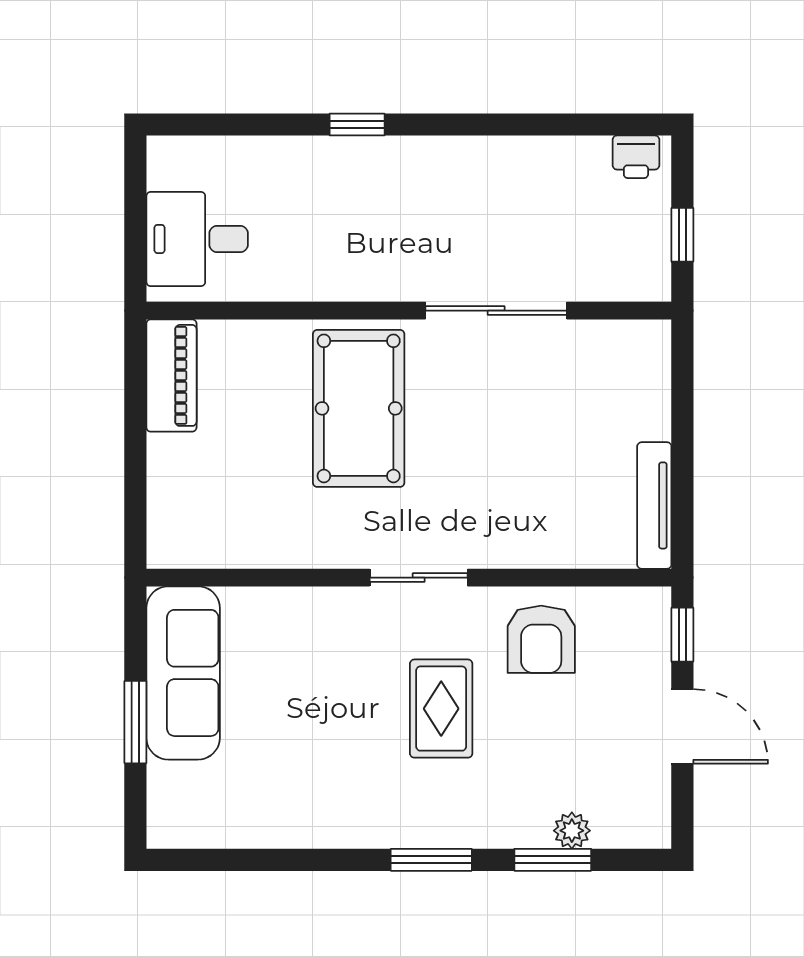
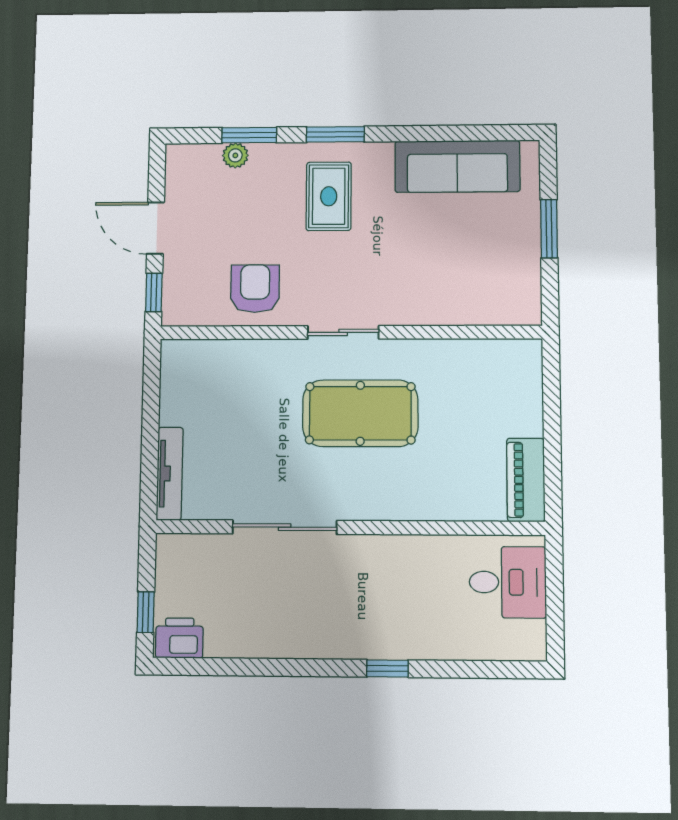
printer: (636, 157) -> (179, 638), width x1.36, depth x1.24
window: (682, 235) -> (146, 612), moved
pool table: (359, 408) -> (360, 413), moved, turned 90
tv unit: (654, 505) -> (170, 474), moved
sofa: (183, 673) -> (457, 166), moved, turned -90
rug: (441, 709) -> (329, 196), moved

